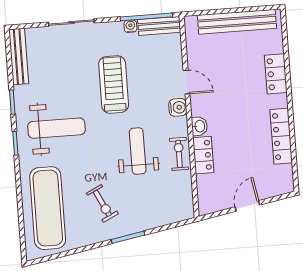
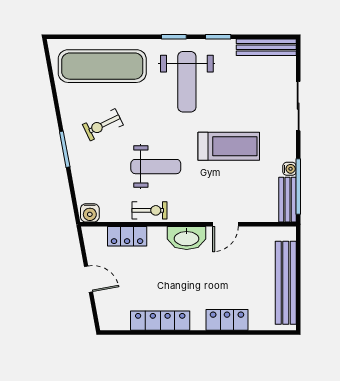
water cooler: (178, 107) -> (90, 213), moved
washbasin: (199, 126) -> (187, 238), width x1.91, depth x1.45
locker: (203, 155) -> (127, 236), moved

